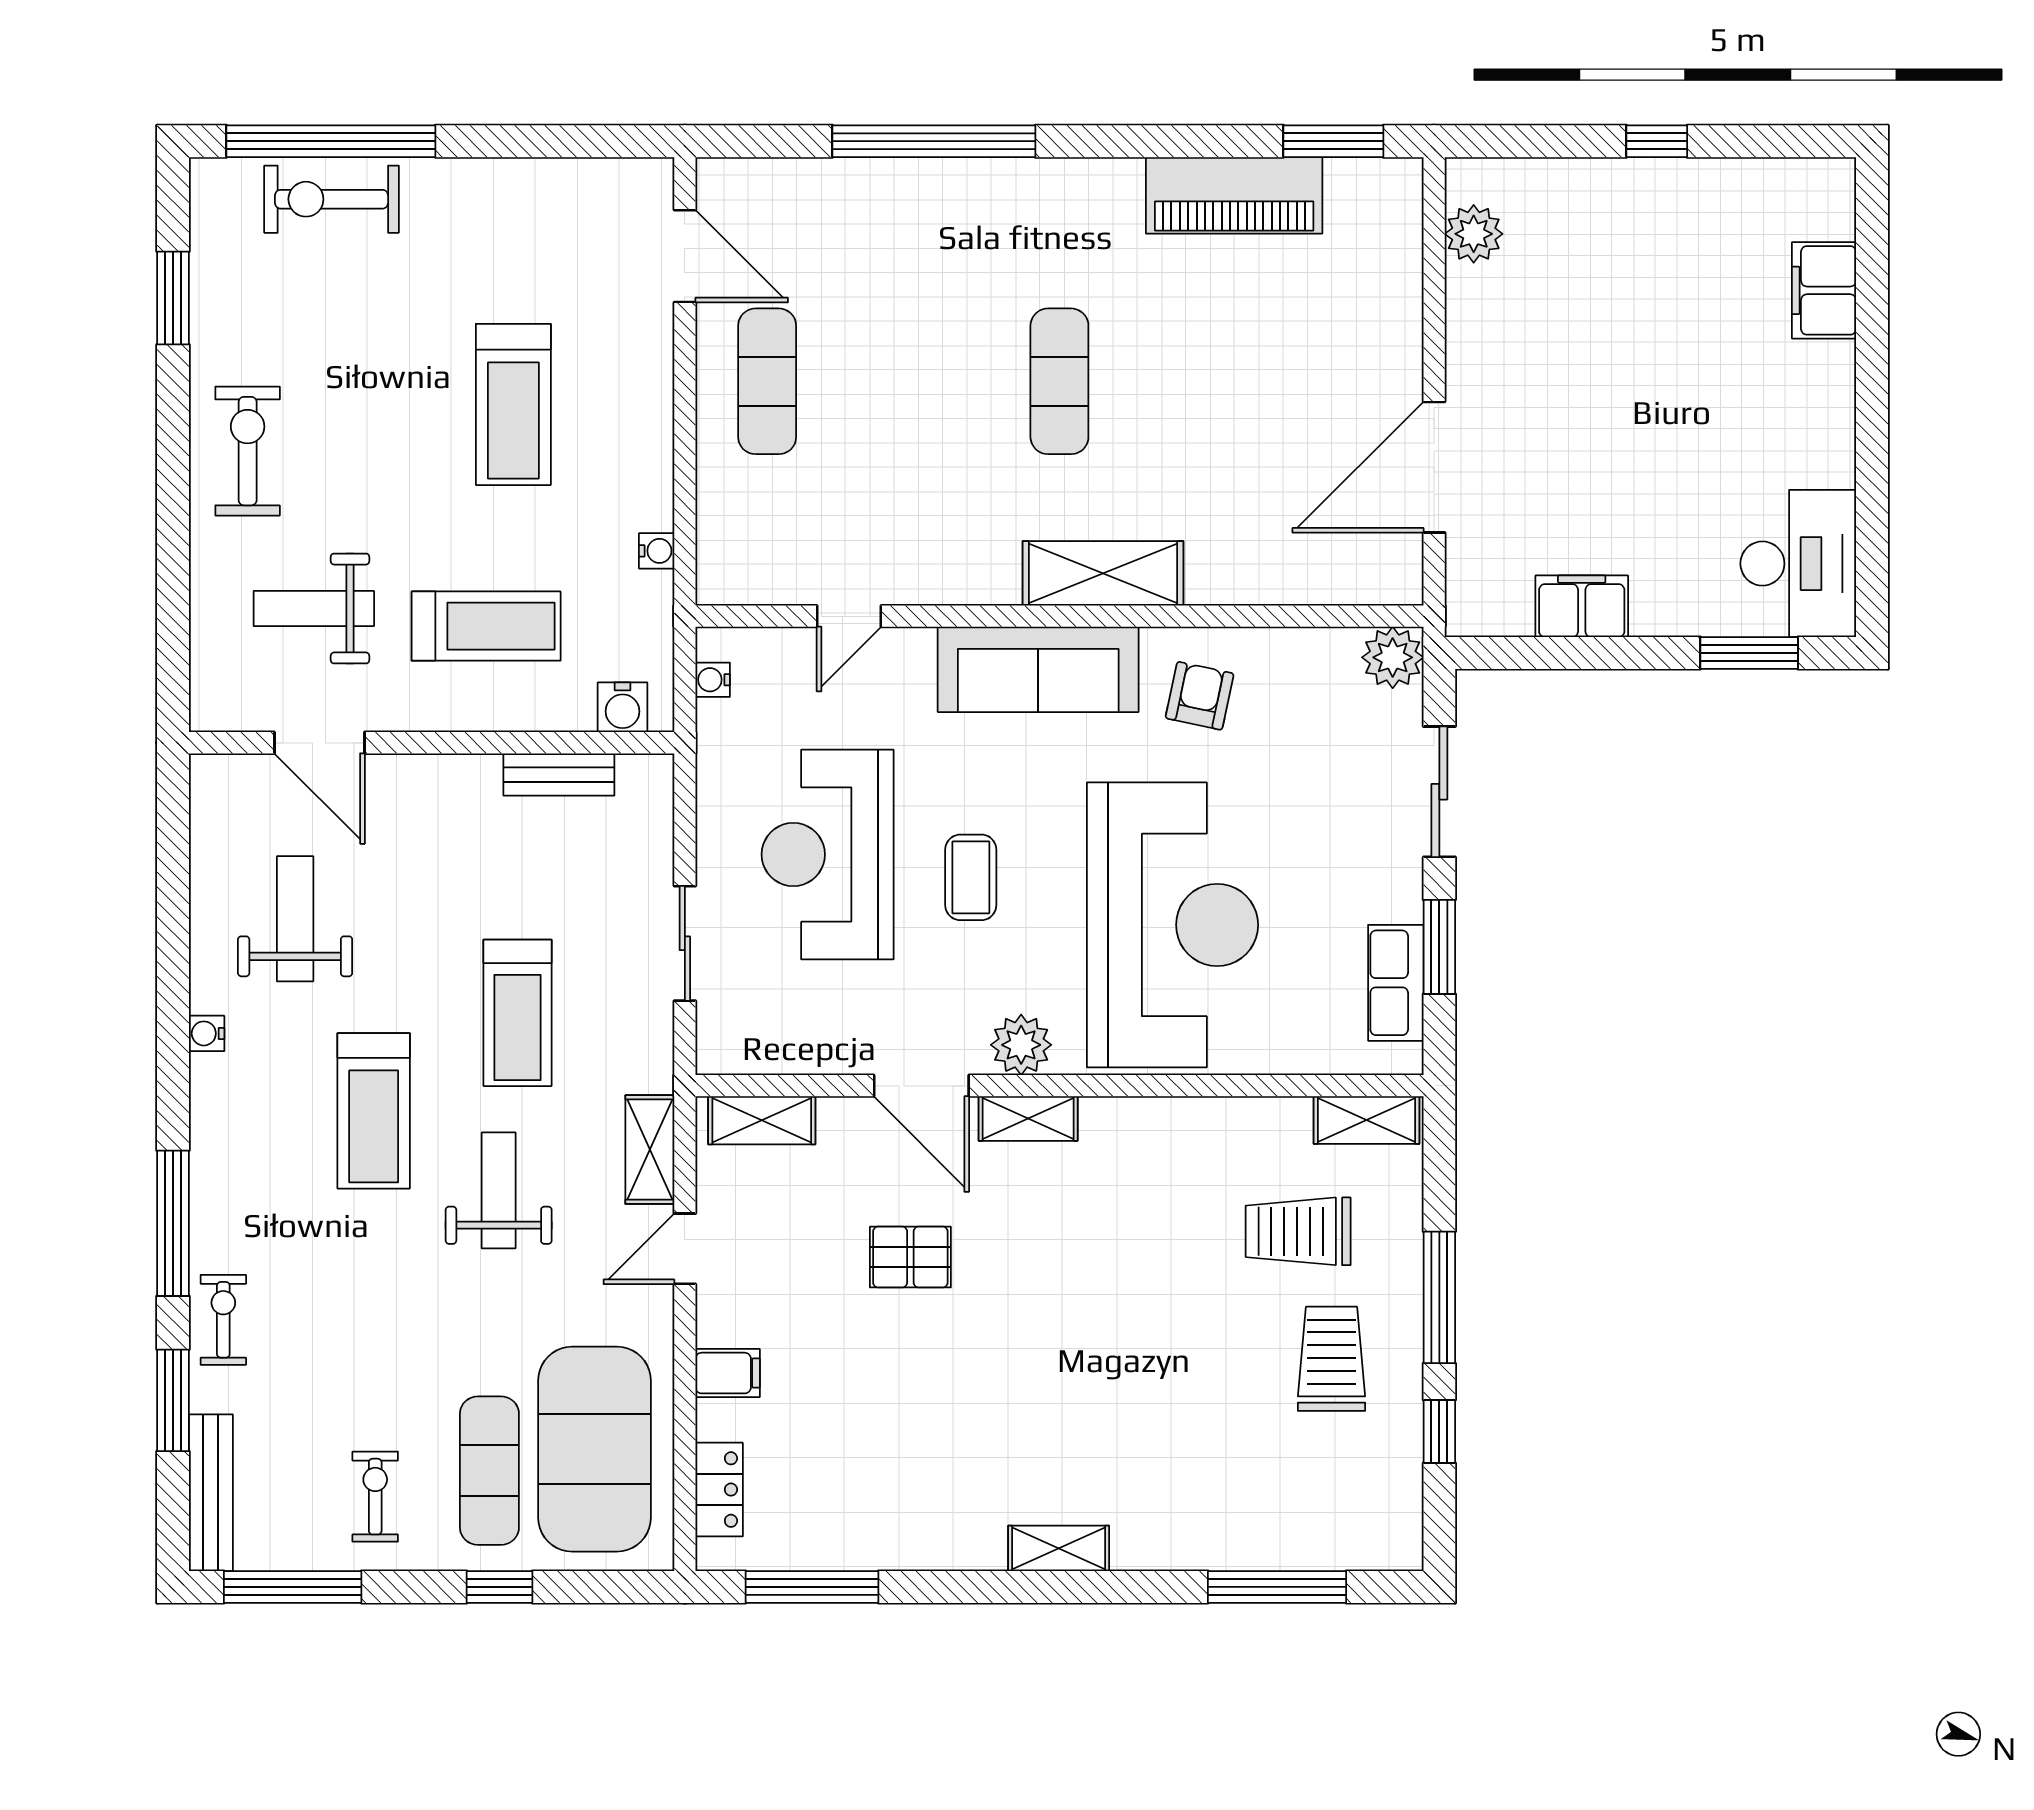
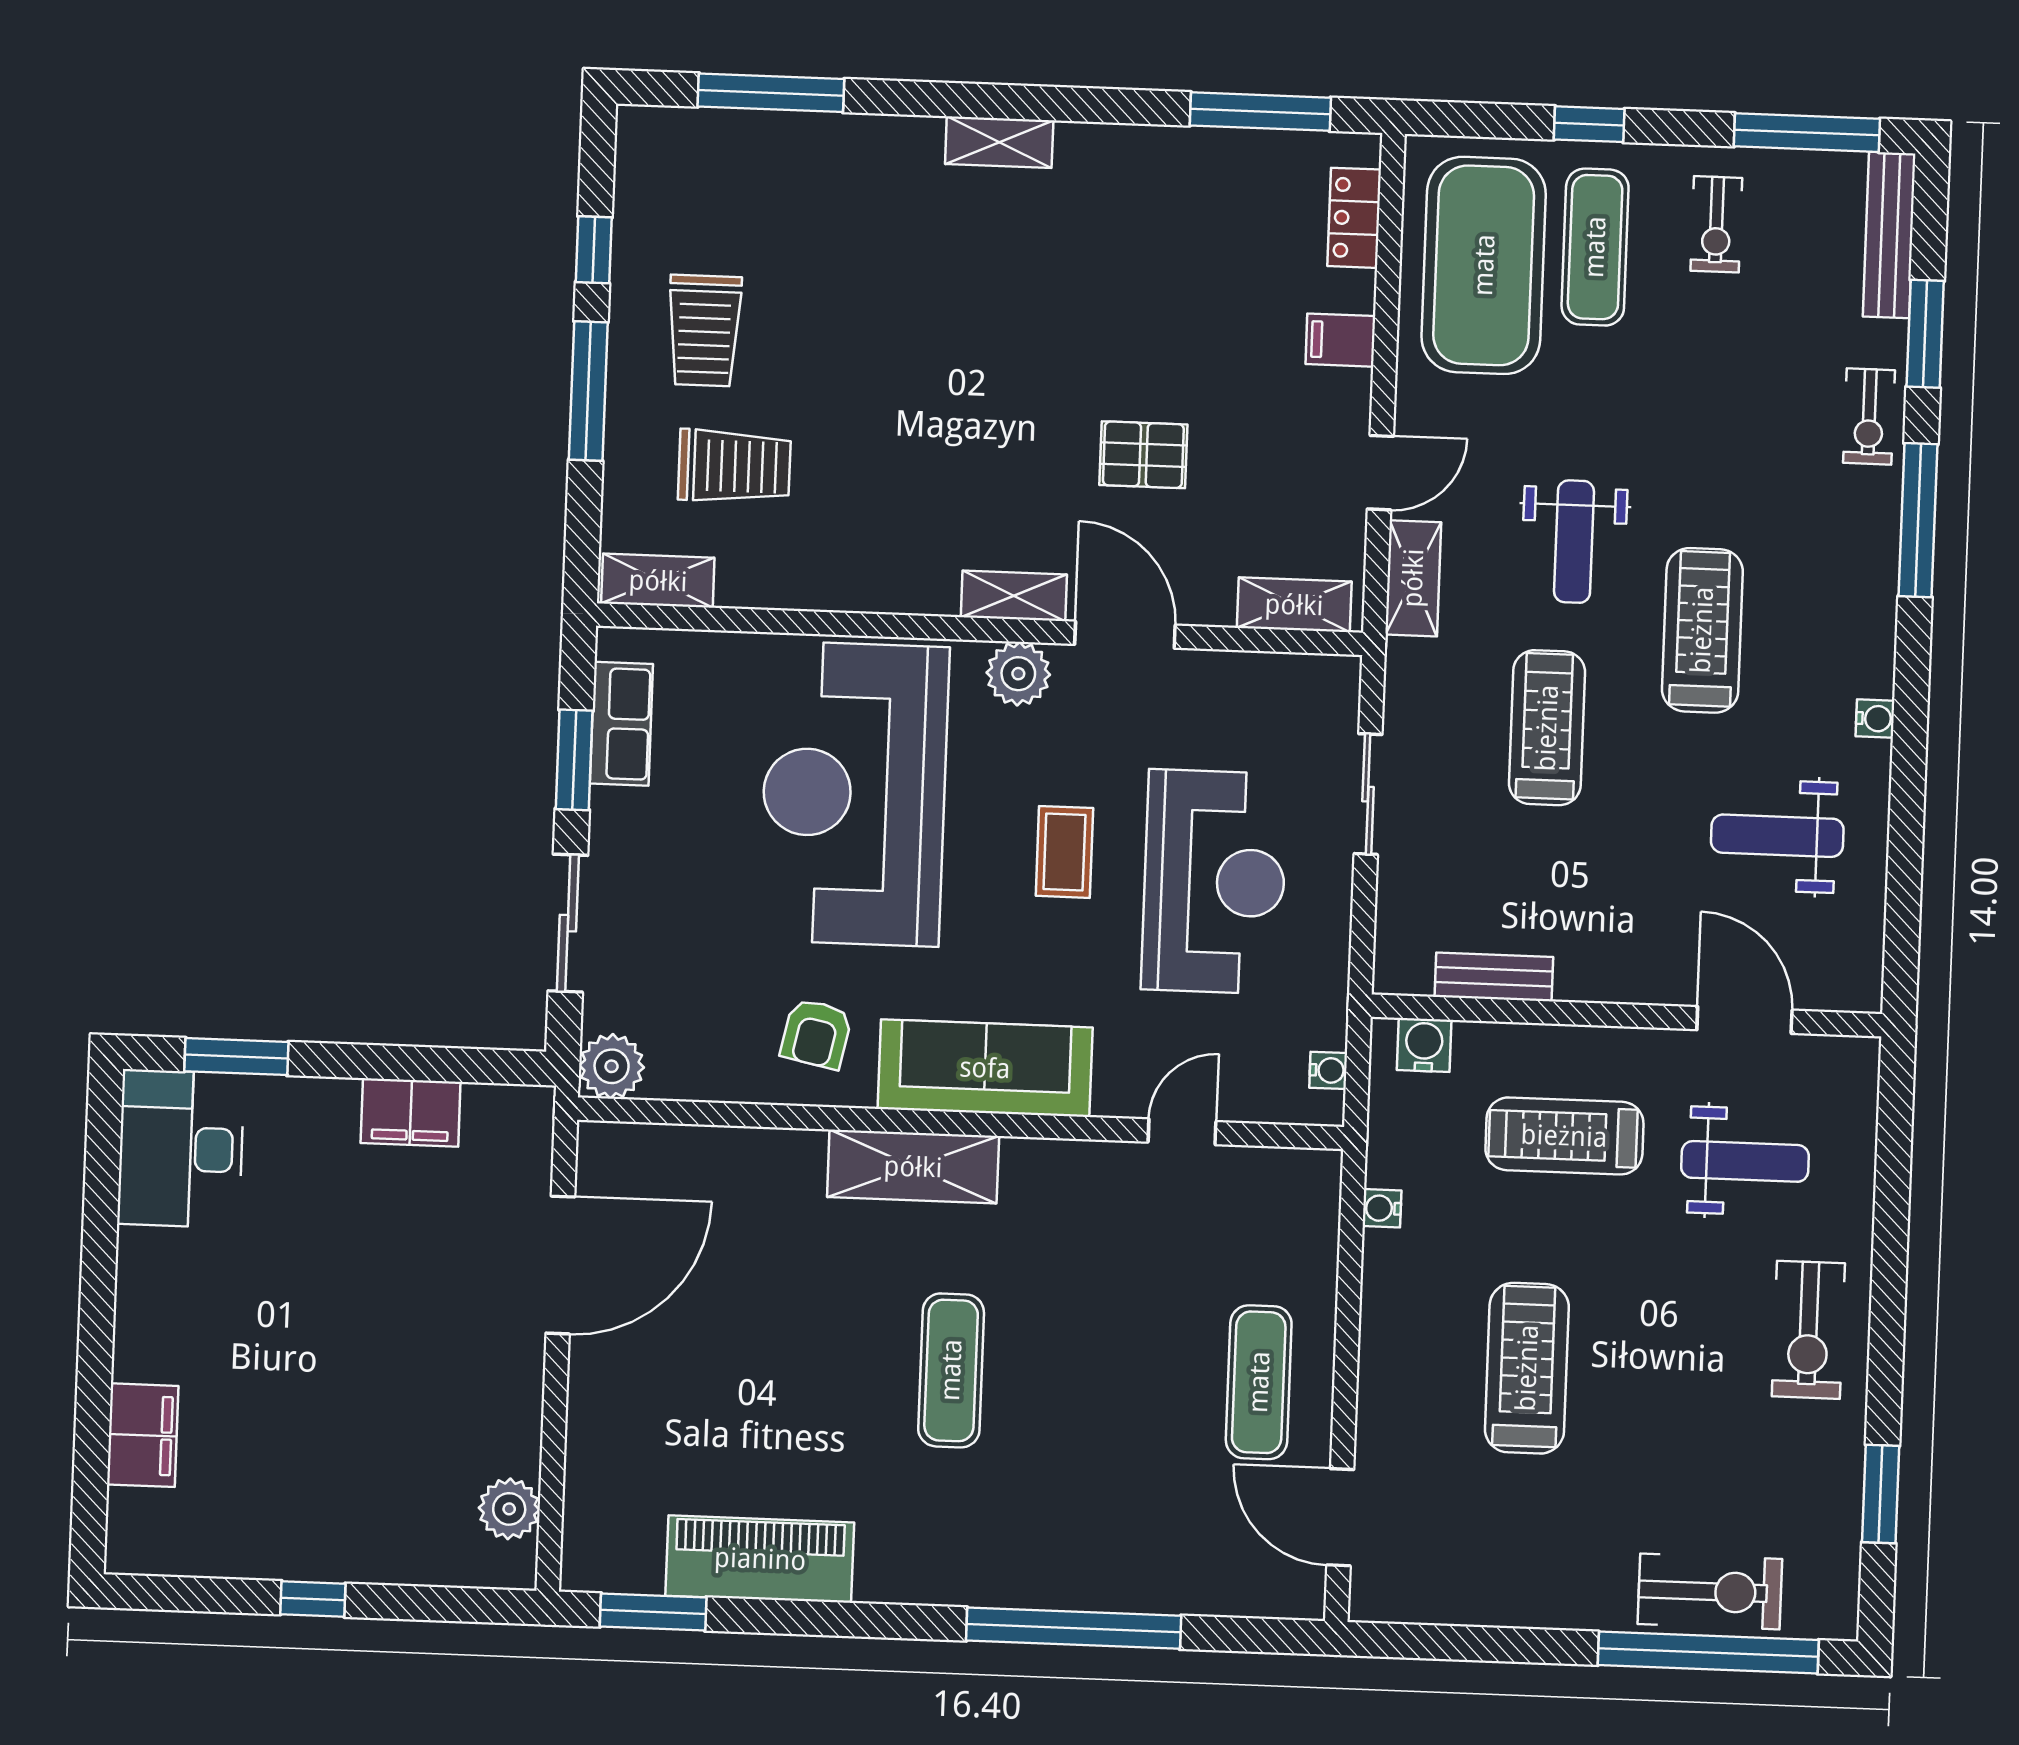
weight bench: (295, 919) -> (1777, 836), turned 90

